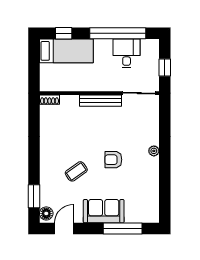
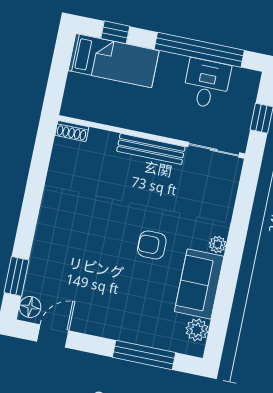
coffee table: (76, 171) -> (90, 251), removed
plant: (152, 206) -> (197, 330), added
sofa: (104, 211) -> (199, 284), moved, turned -90

